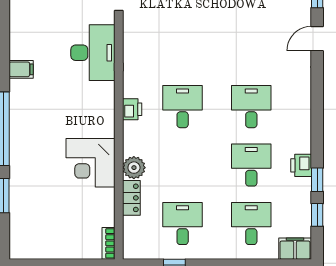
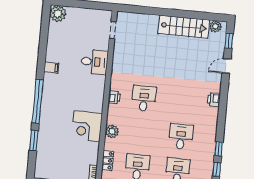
desk: (93, 53) -> (94, 62), width x0.73
desk: (251, 107) -> (184, 102), removed
printer: (301, 165) -> (214, 100), moved
locker: (131, 198) -> (108, 161), moved

